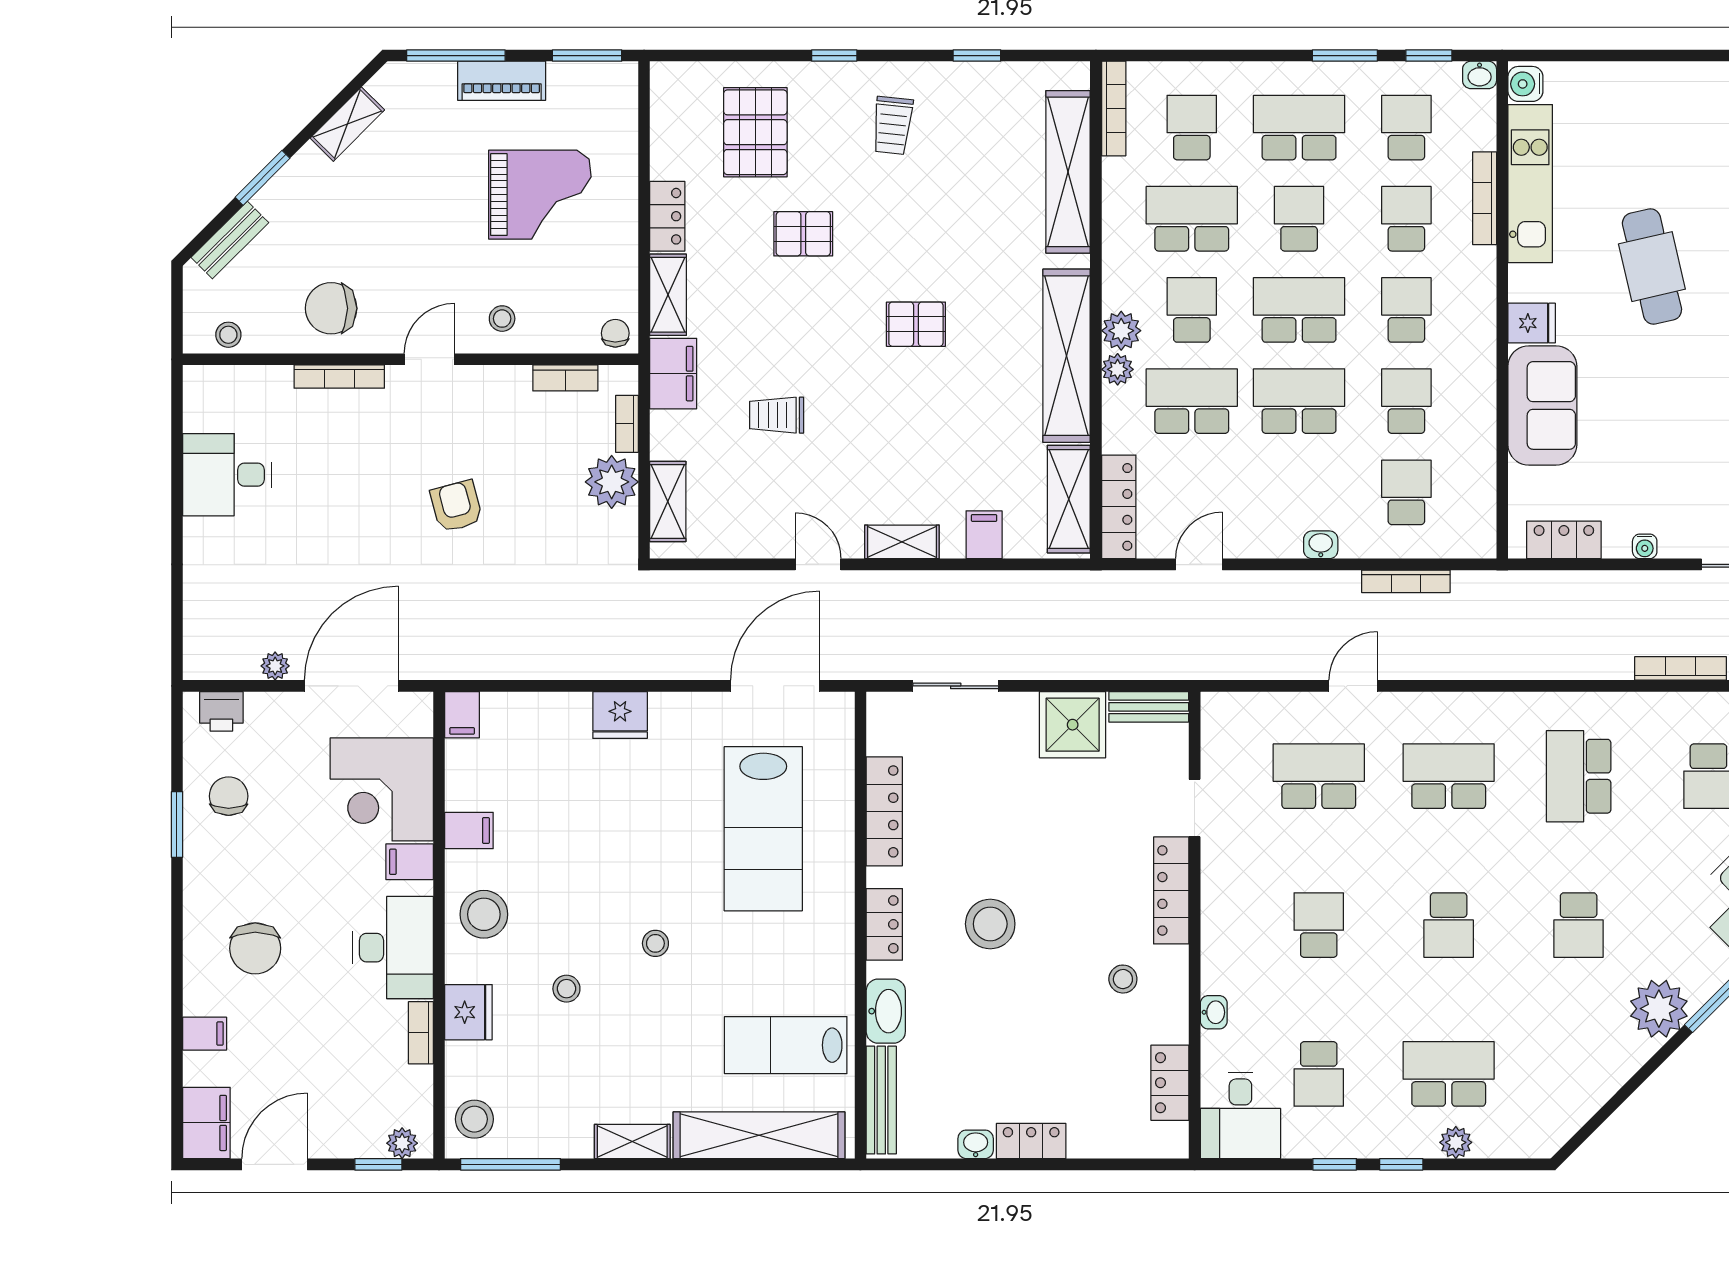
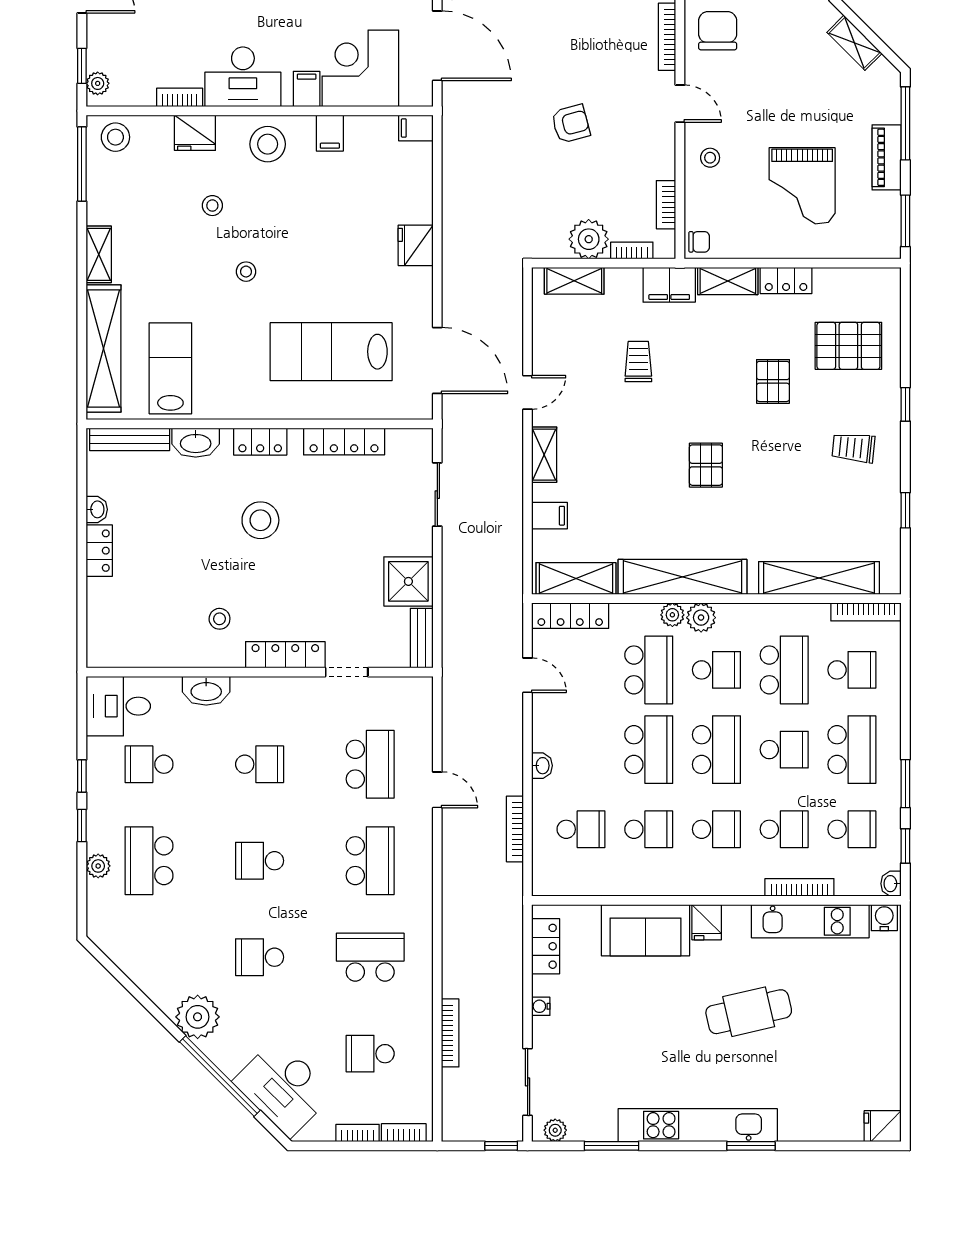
washbasin: (1214, 1012) -> (206, 691), width x1.91, depth x1.45
school desk: (1449, 1074) -> (149, 861), turned 180
locker: (1170, 1083) -> (143, 654), removed

